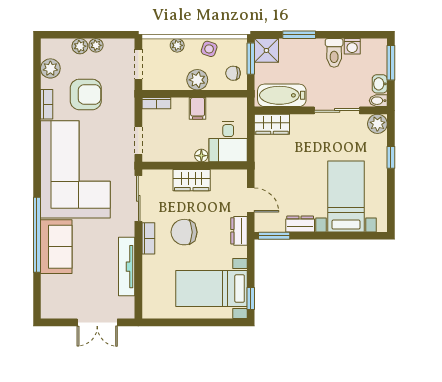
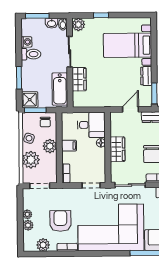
plant: (177, 45) -> (31, 160), width x1.88, depth x1.88
wardrobe: (272, 124) -> (79, 79), moved

